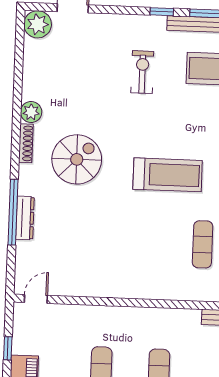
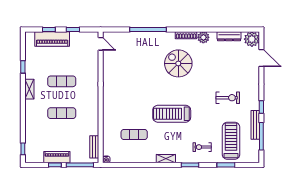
spiral stairs: (77, 159) -> (178, 63), turned 180
treadmill: (168, 175) -> (172, 114), turned 90
dresser: (25, 218) -> (229, 36), moved

